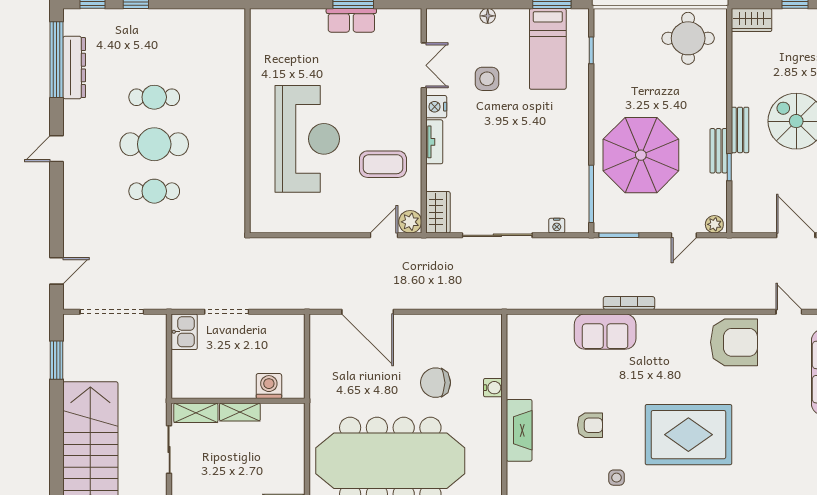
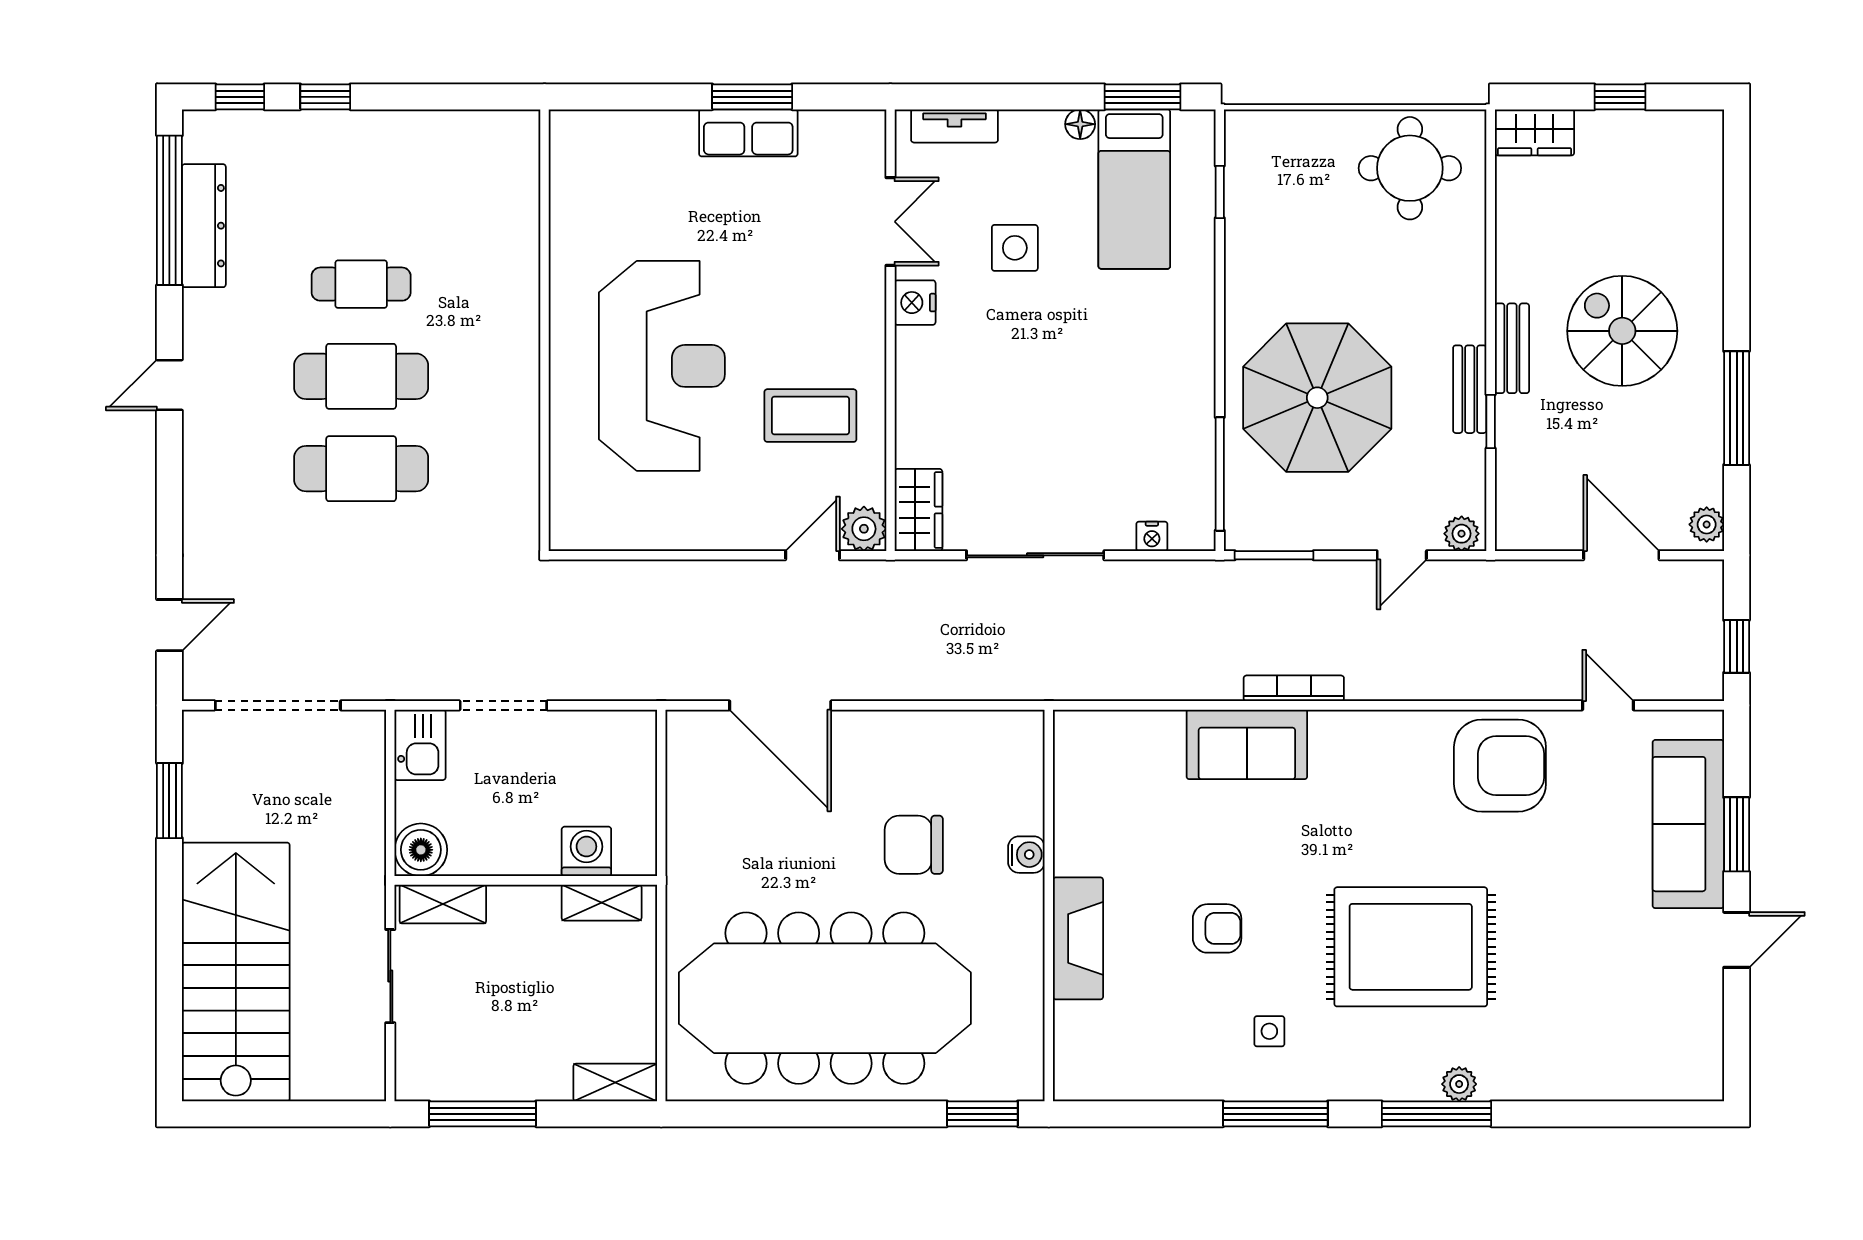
floor lamp: (488, 16) -> (1080, 124), moved
tv unit: (434, 142) -> (955, 126), moved, turned 90
cafe table: (154, 191) -> (361, 469), width x1.37, depth x1.35
boiler: (185, 385) -> (421, 850), added
shelving: (240, 412) -> (602, 903), moved

